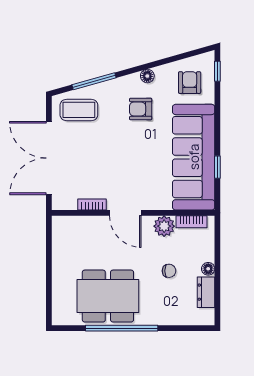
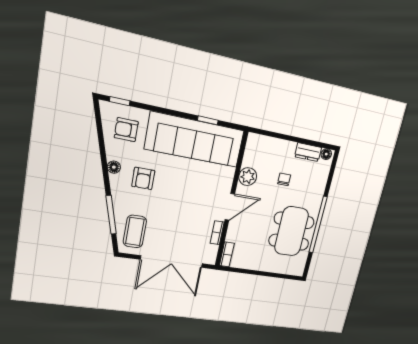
bookcase: (192, 222) -> (227, 254), moved
floor lamp: (208, 269) -> (326, 154), moved

